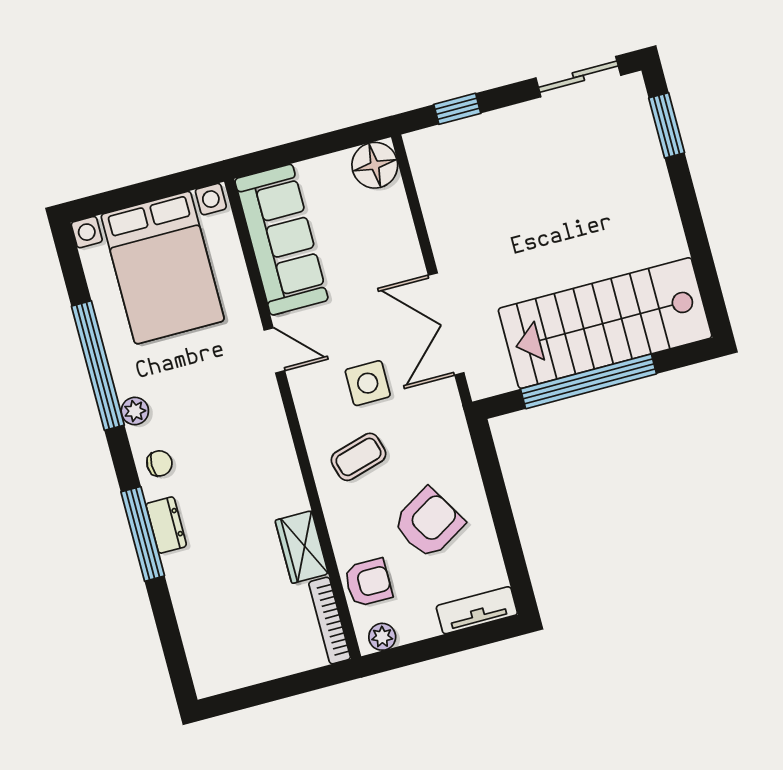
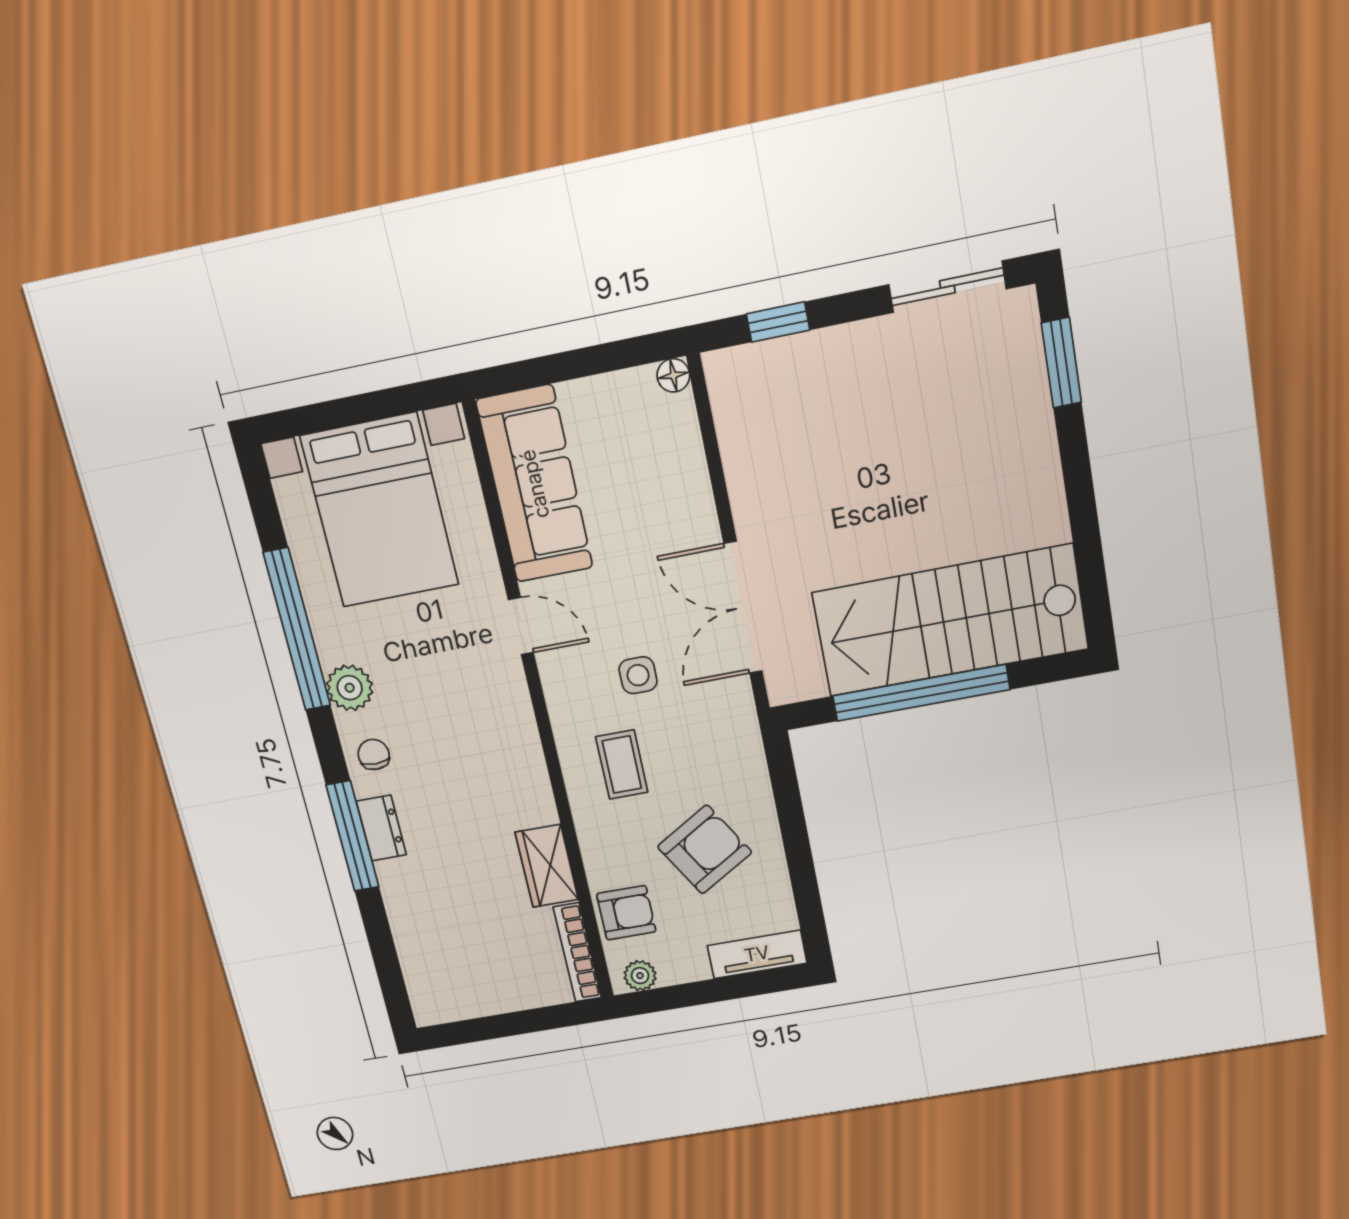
floor lamp: (375, 165) -> (673, 375), width x0.53, depth x0.53
side table: (368, 383) -> (638, 675), width x0.73, depth x0.73
plant: (135, 411) -> (350, 688), width x1.38, depth x1.38
coffee table: (358, 457) -> (622, 765), turned -74
chair: (159, 463) -> (374, 754), turned -90

